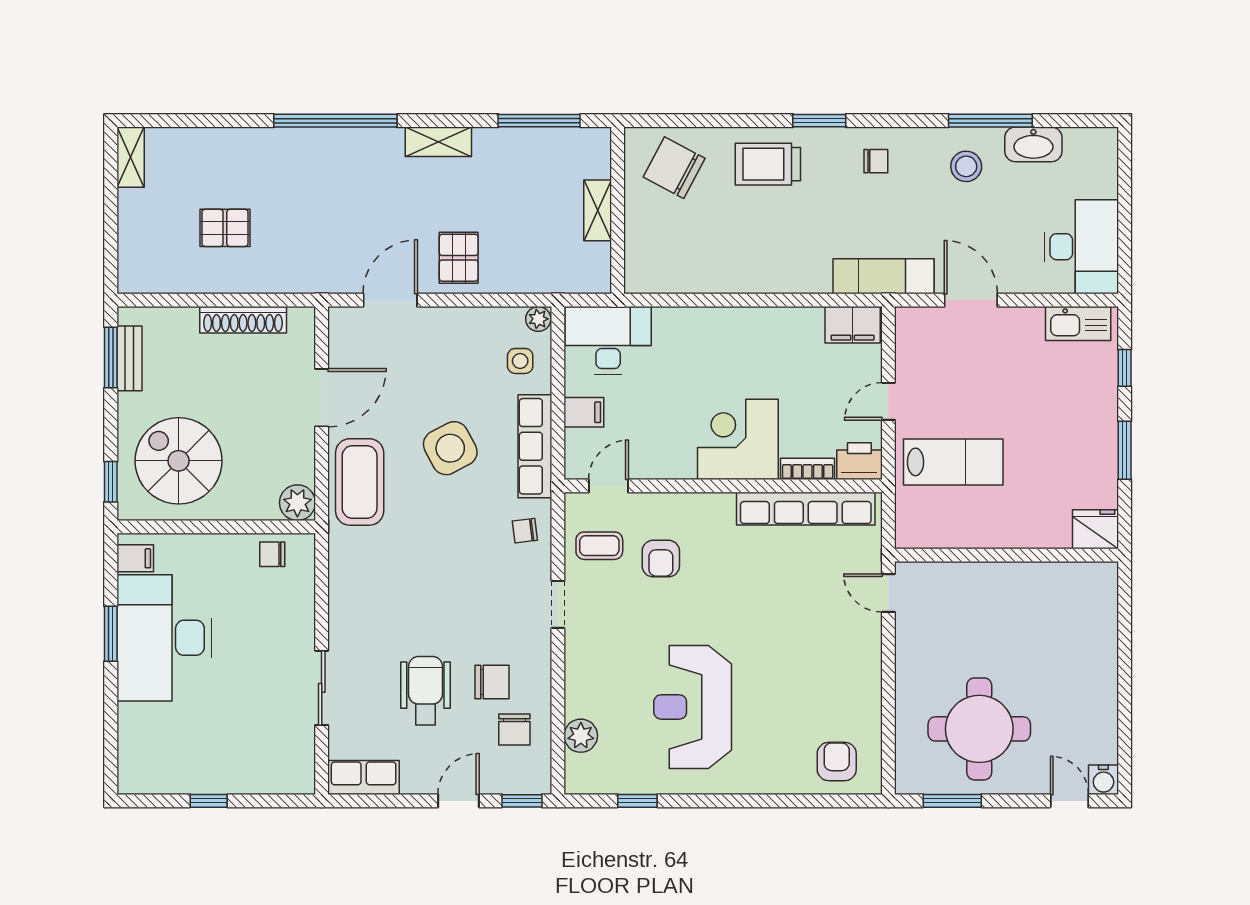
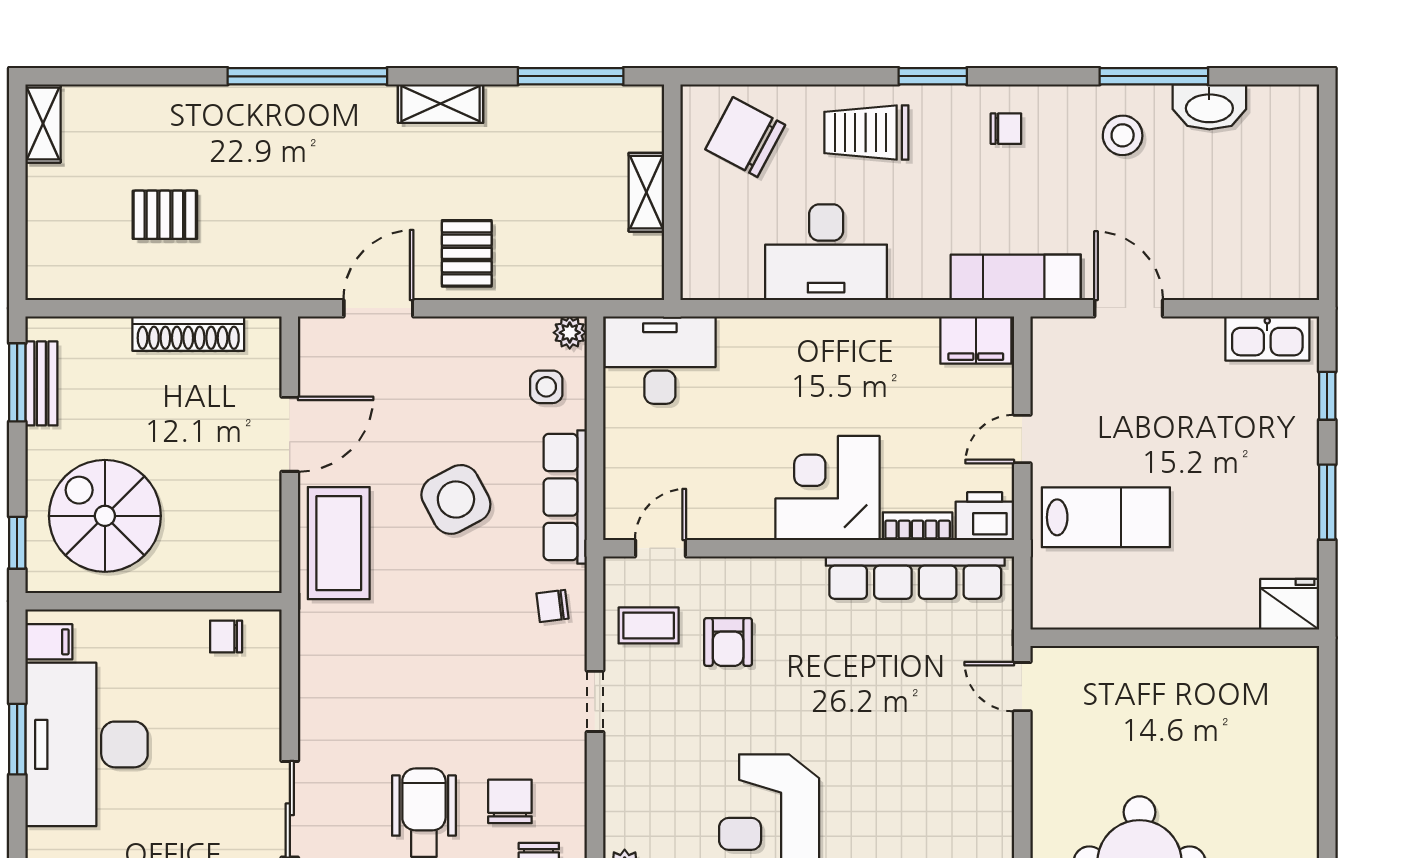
desk: (1081, 247) -> (826, 252), moved, turned 90
filing cabinet: (584, 412) -> (629, 453), removed
plant: (297, 503) -> (259, 570), removed
chair: (492, 682) -> (510, 801), turned -90

